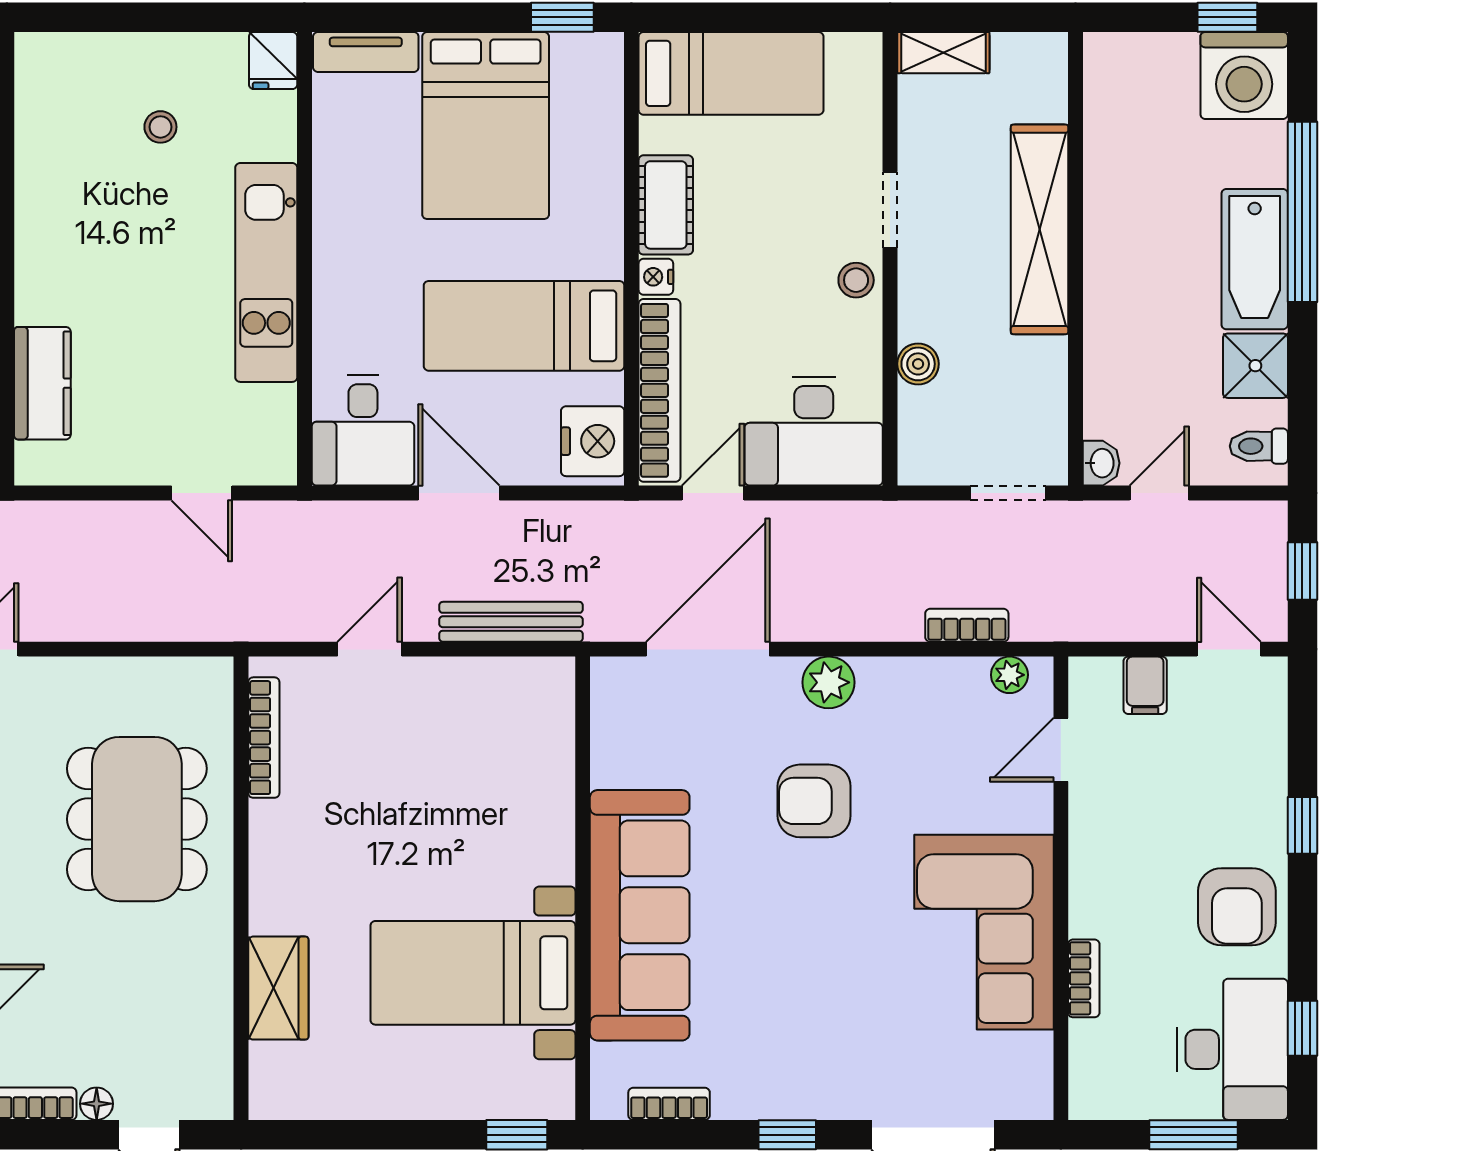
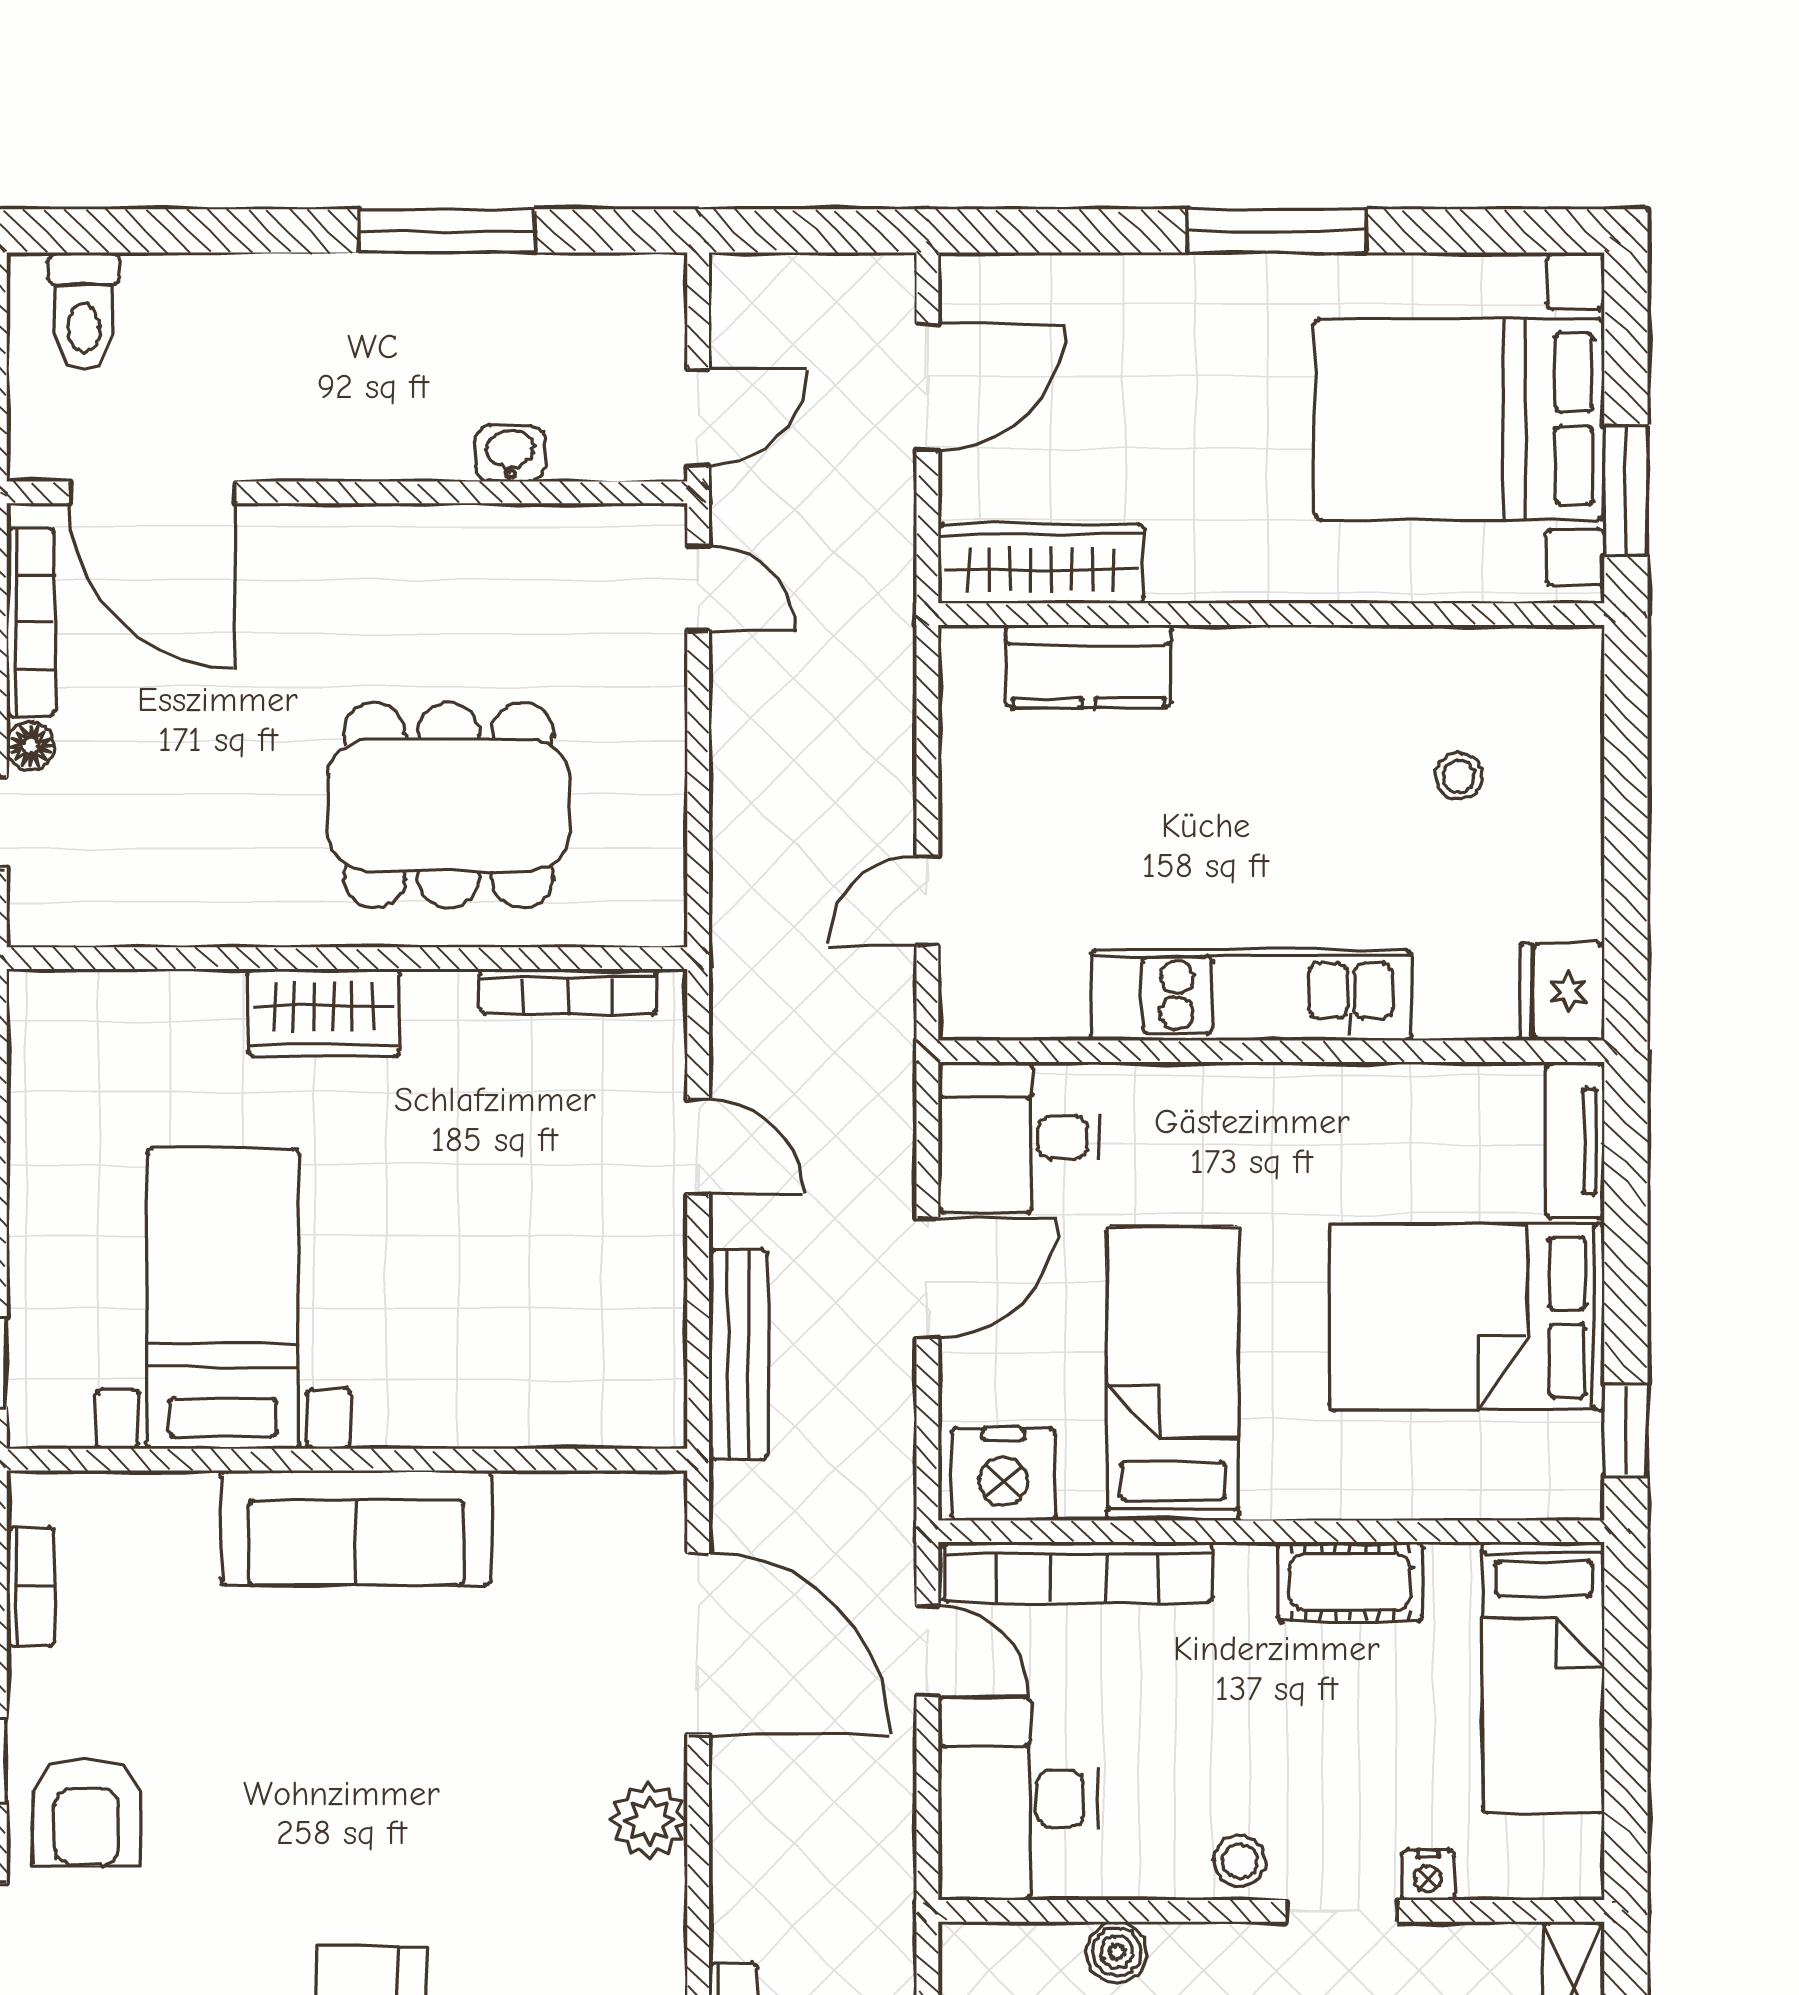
fridge: (273, 61) -> (1562, 992), width x1.38
stool: (160, 127) -> (1459, 777), moved
nightstand: (656, 277) -> (1428, 1875), moved, turned 180
armchair: (814, 801) -> (86, 1812), moved, turned 180
sofa: (640, 915) -> (356, 1528), width x0.74, depth x0.79
wardrobe: (278, 988) -> (323, 1013), moved

